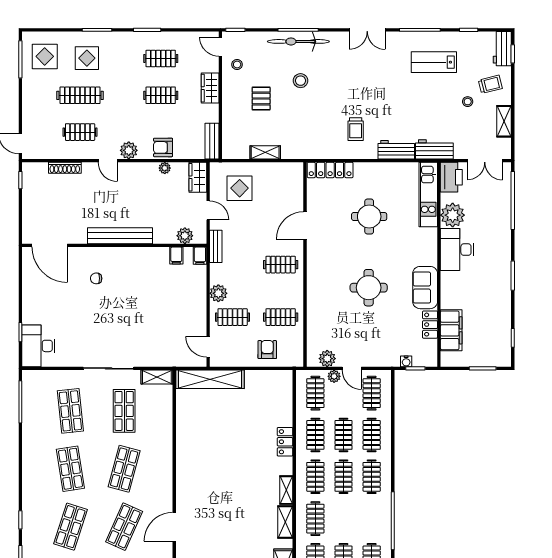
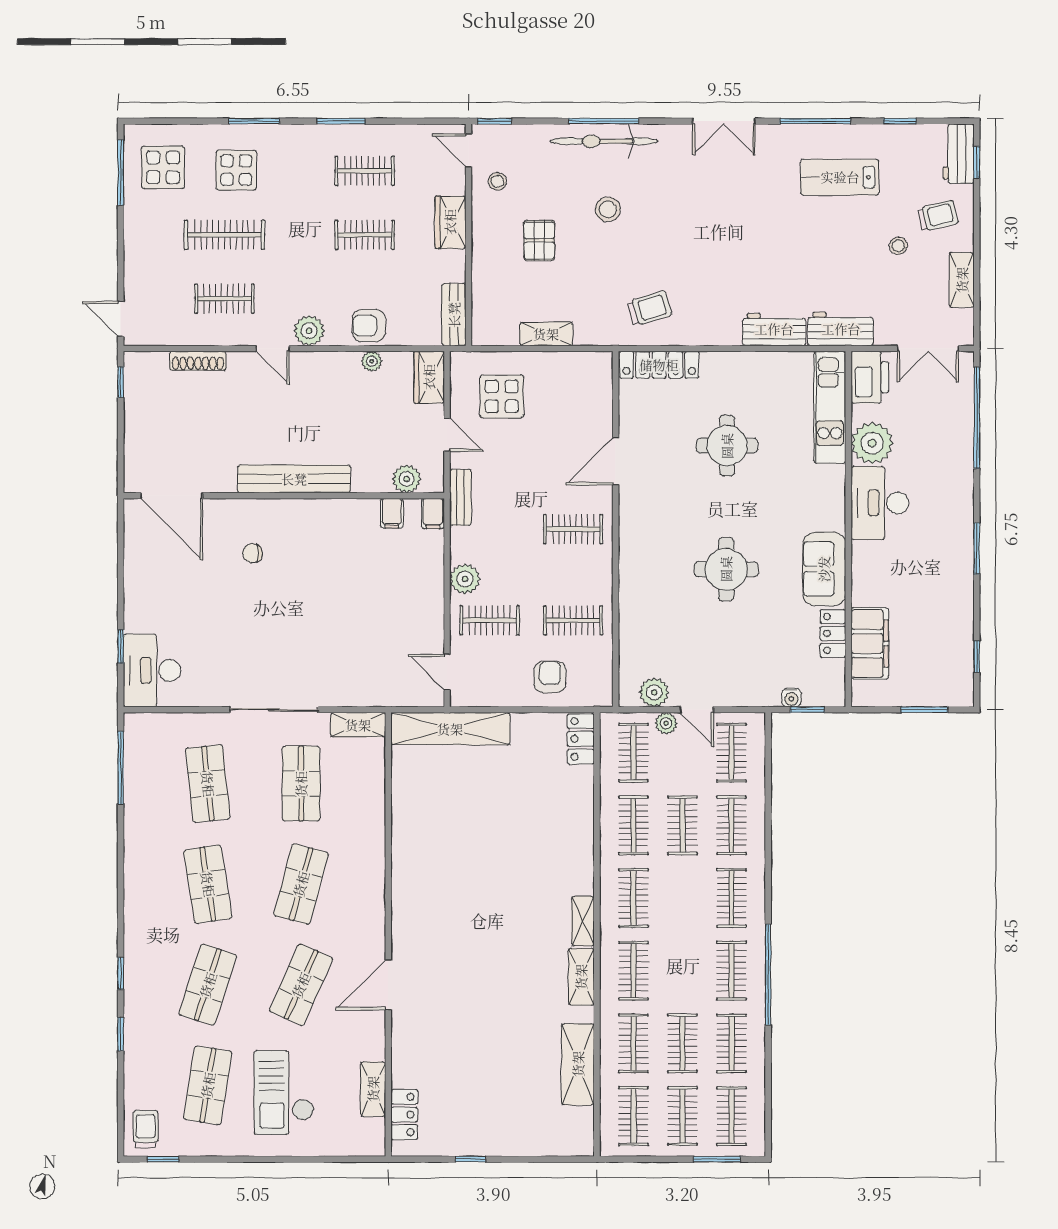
trolley: (356, 129) -> (649, 308), moved, turned -107
locker: (285, 442) -> (581, 739), moved
clothes rail: (343, 477) -> (731, 971), moved

